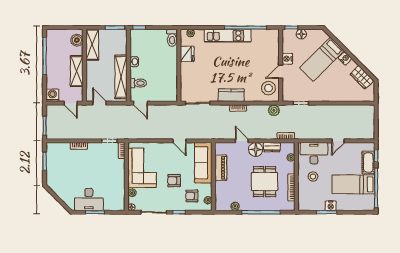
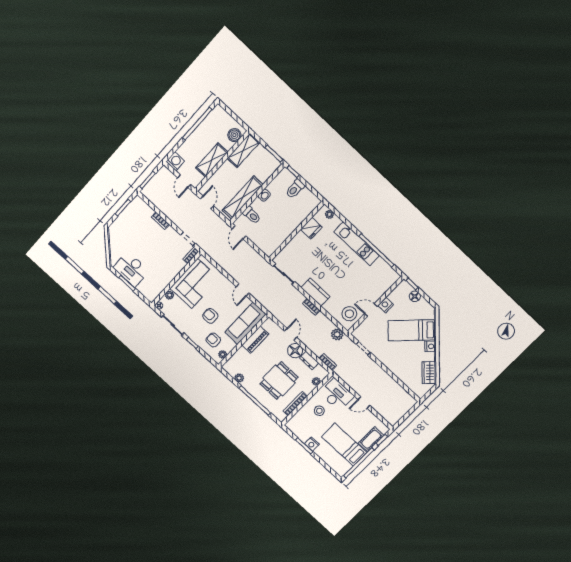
toilet: (172, 38) -> (295, 189), moved

